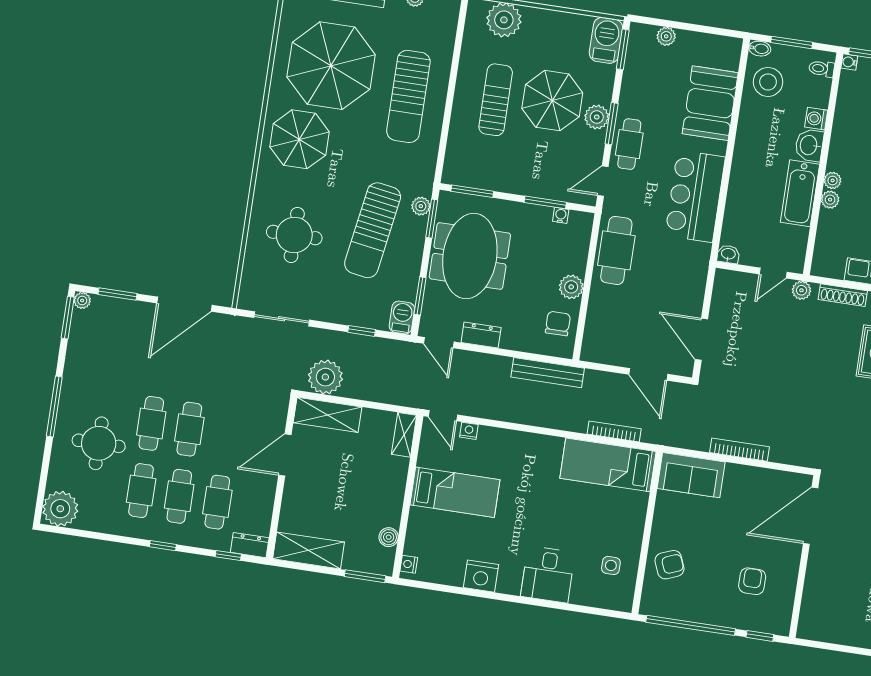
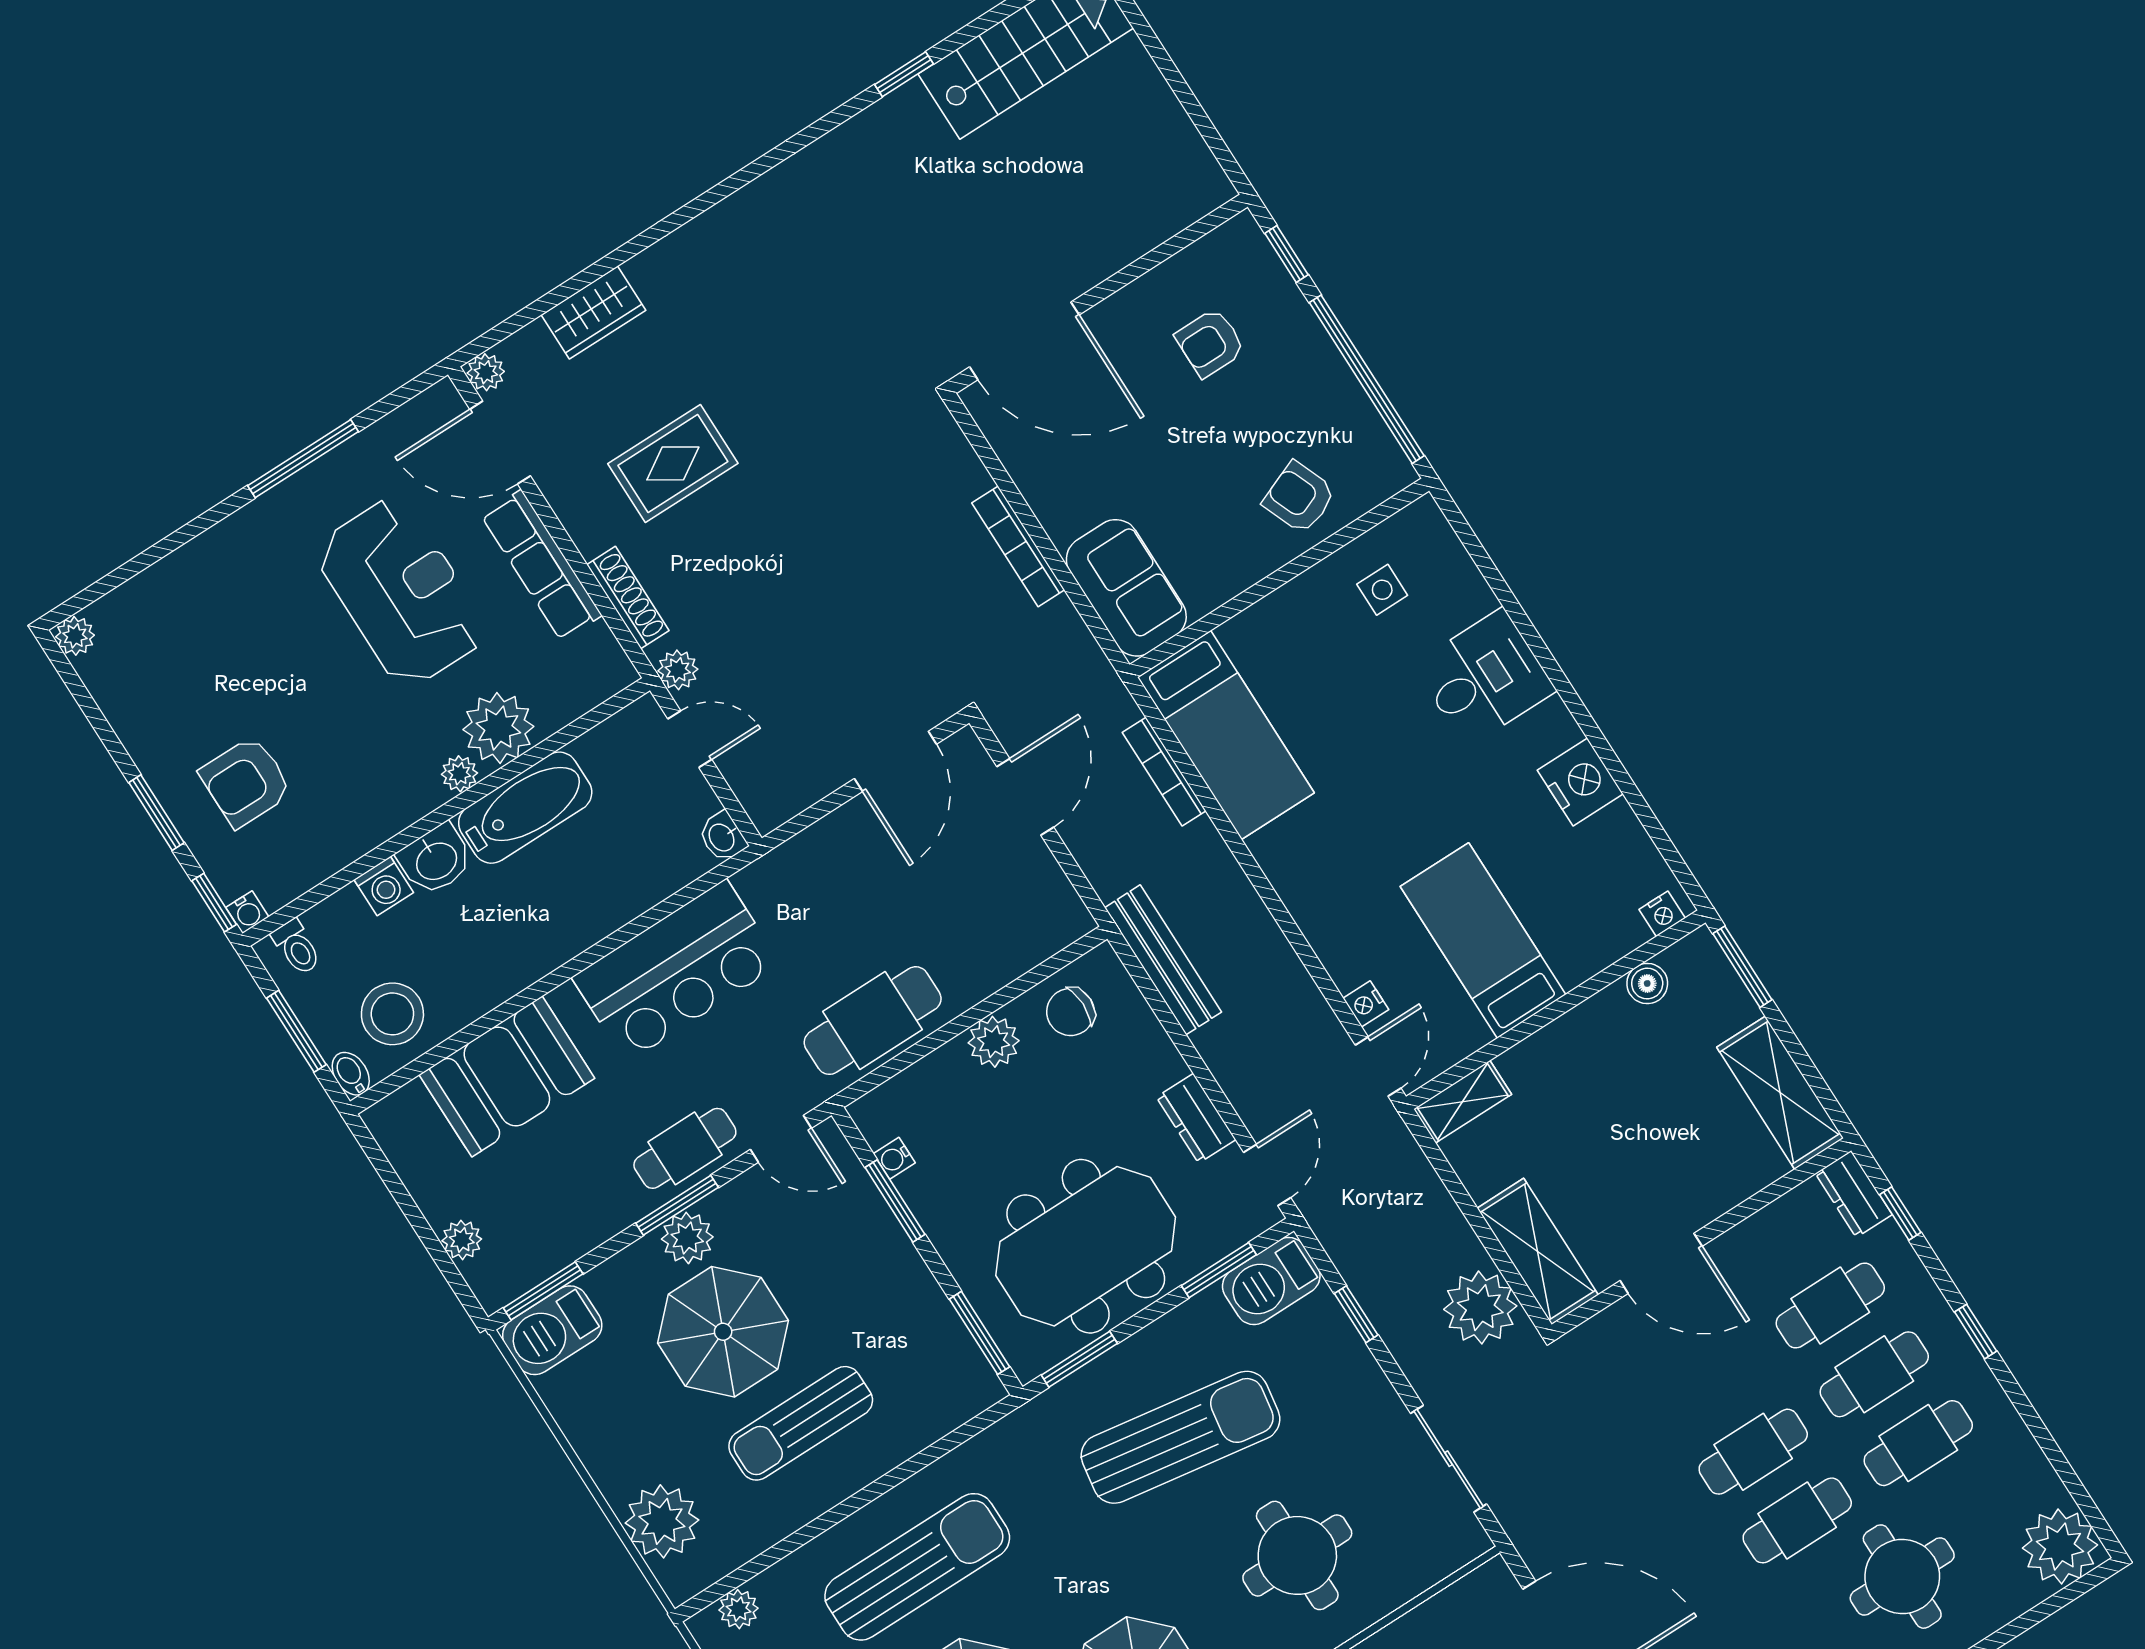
plant: (830, 200) -> (498, 728), width x1.88, depth x1.88
plant: (421, 206) -> (738, 1609), moved
barbecue: (402, 317) -> (1271, 1281), width x1.38, depth x1.27

